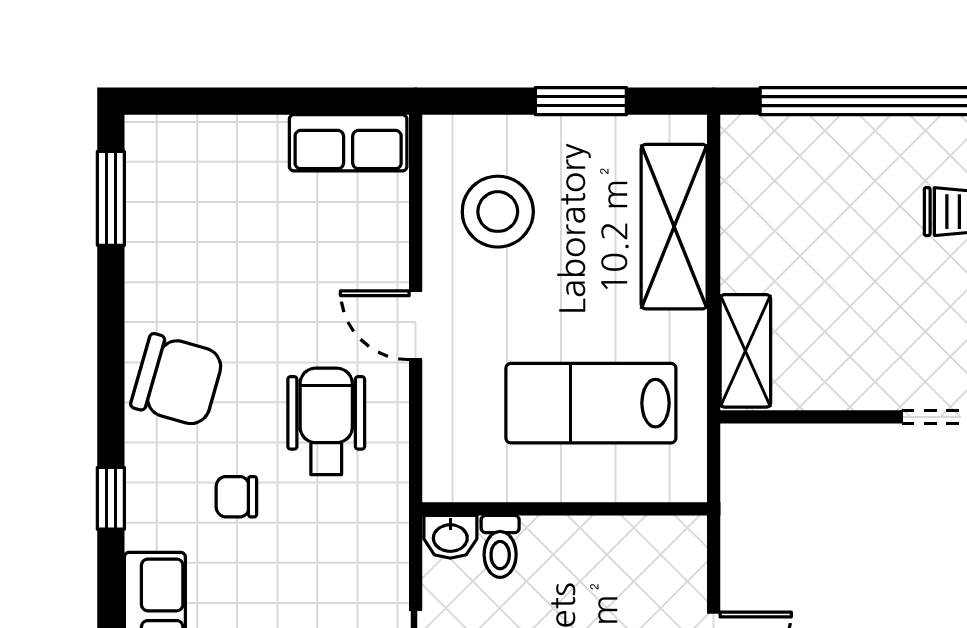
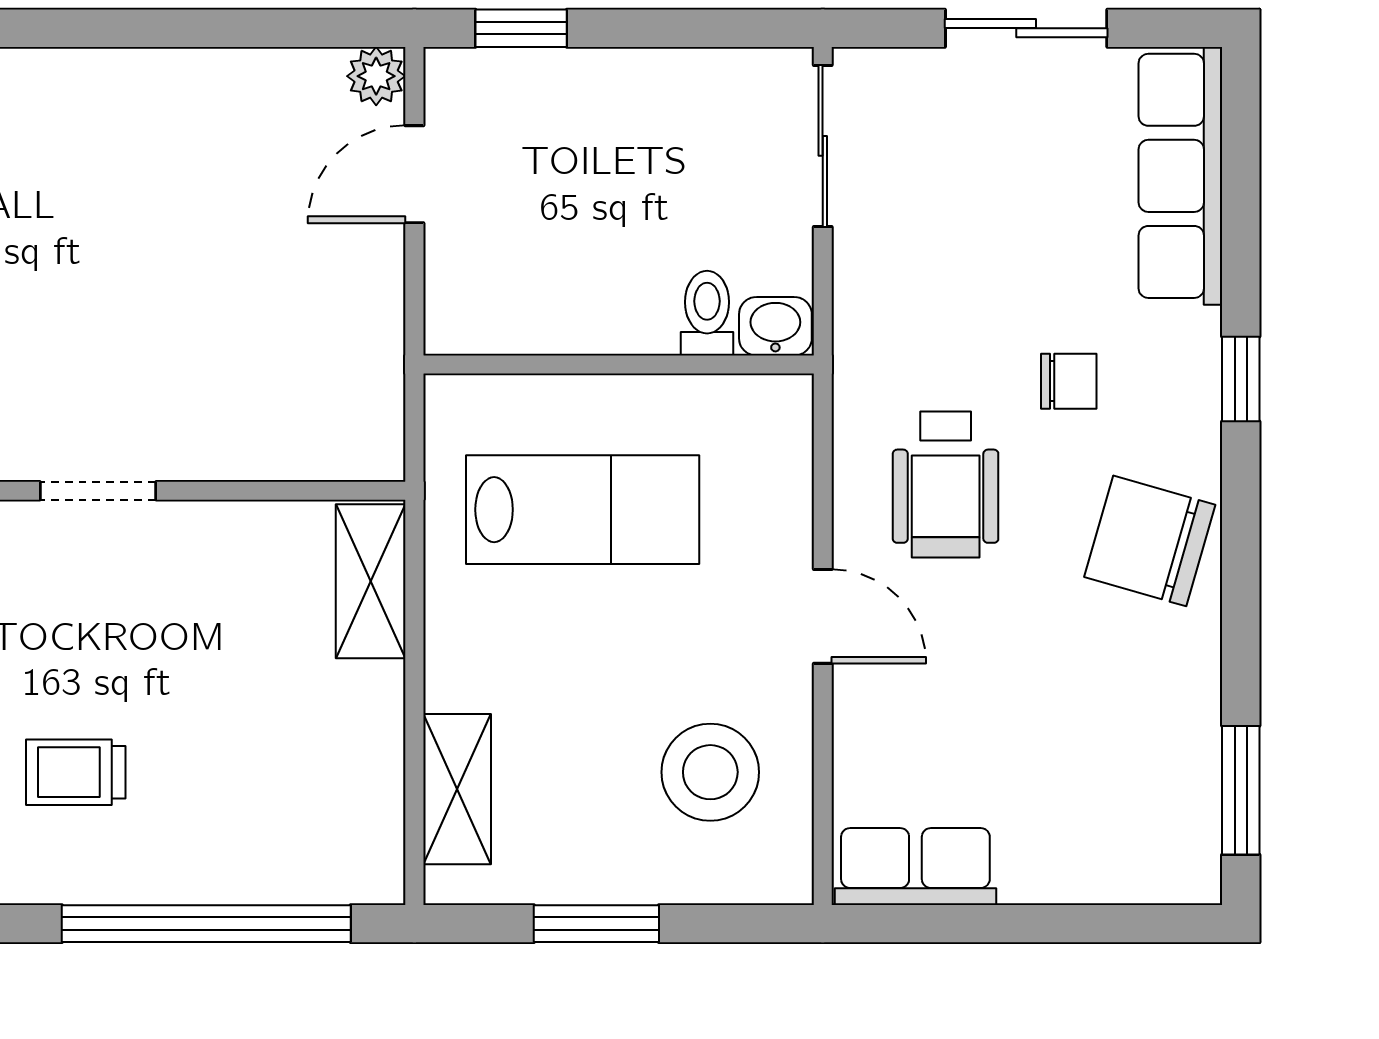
shelving: (674, 227) -> (457, 789), width x0.67, depth x0.75

